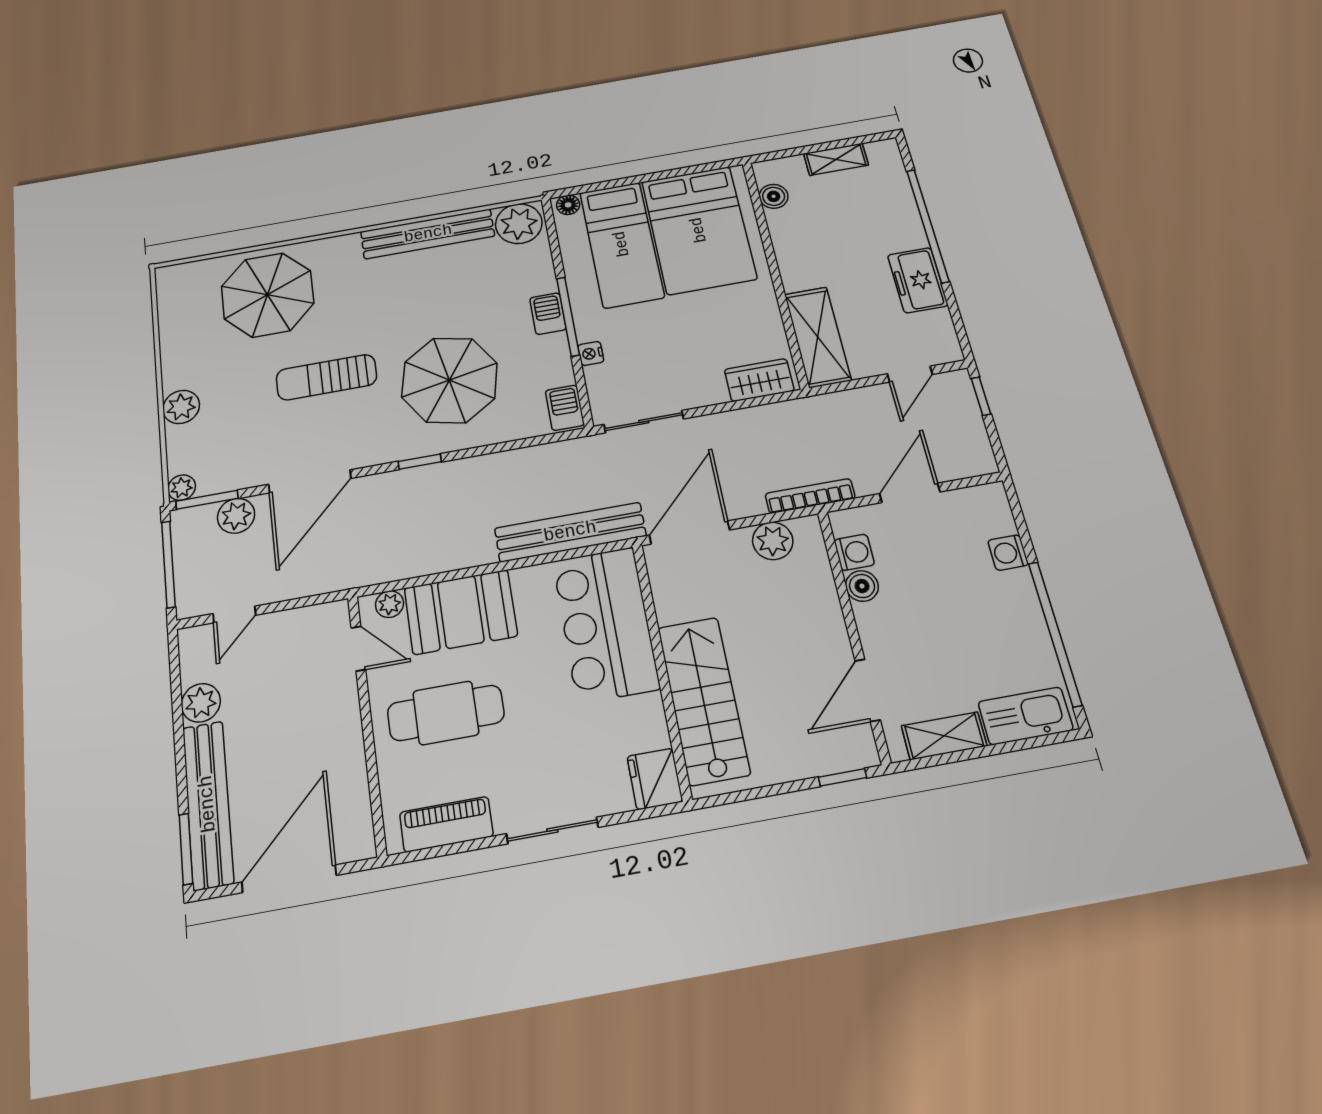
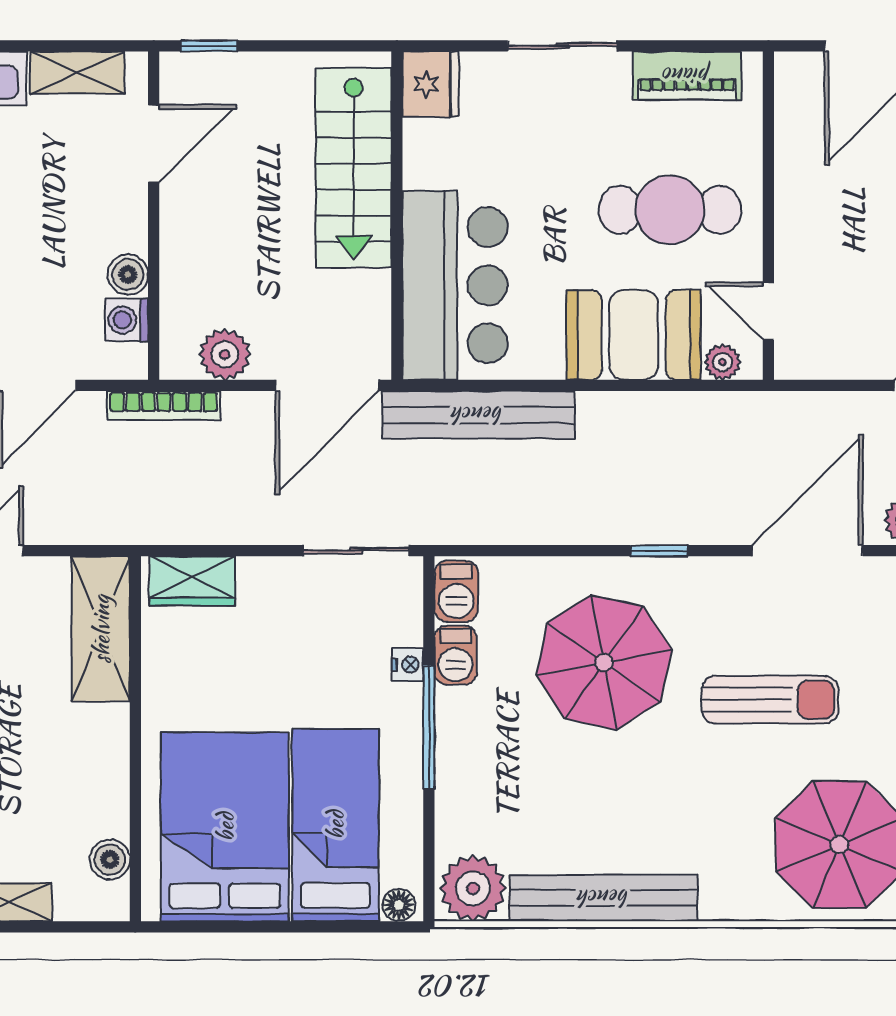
barbecue: (548, 314) -> (456, 655), moved

